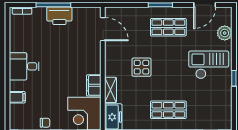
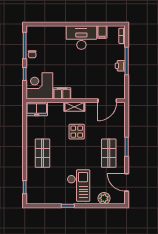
printer: (59, 16) -> (120, 66), width x0.53, depth x0.68
desk: (24, 66) -> (81, 38), width x1.37
shelving: (110, 90) -> (74, 107), moved
filing cabinet: (17, 97) -> (102, 32), moved

